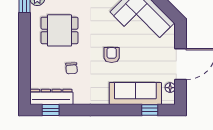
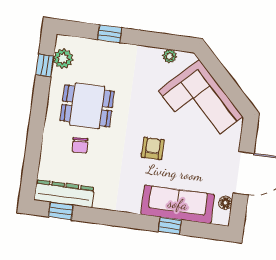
chair: (71, 68) -> (80, 145), moved
window: (150, 110) -> (170, 226), moved

